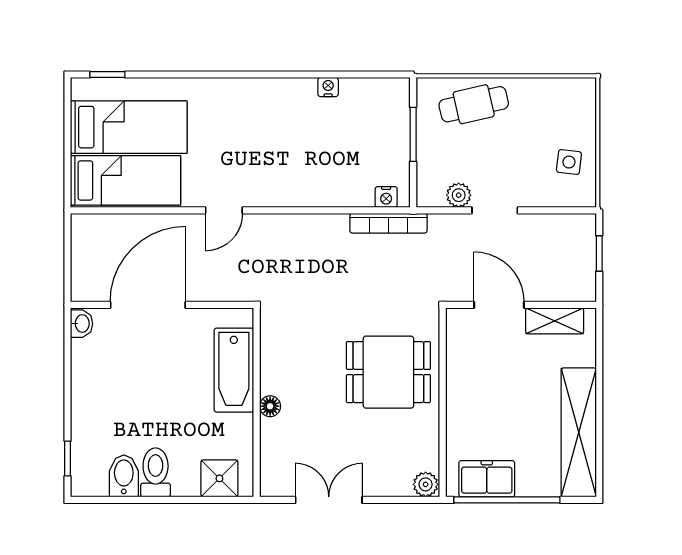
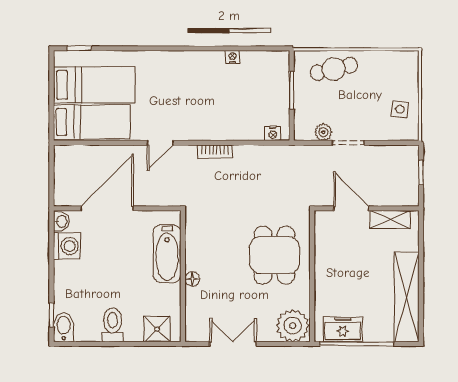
bookcase: (388, 223) -> (215, 152), moved, width x0.64
washing machine: (90, 359) -> (67, 246), added
dining table: (388, 372) -> (274, 255), turned 90
bidet: (124, 476) -> (64, 327), moved
plant: (426, 484) -> (293, 326), width x1.87, depth x1.87

